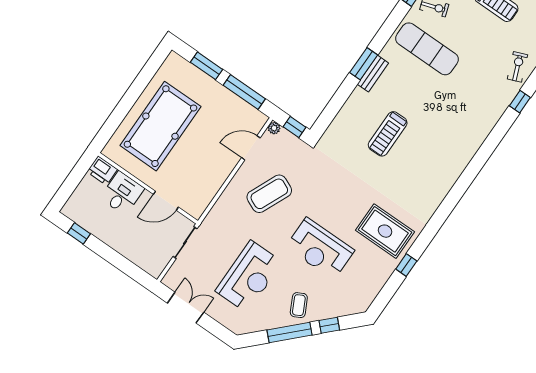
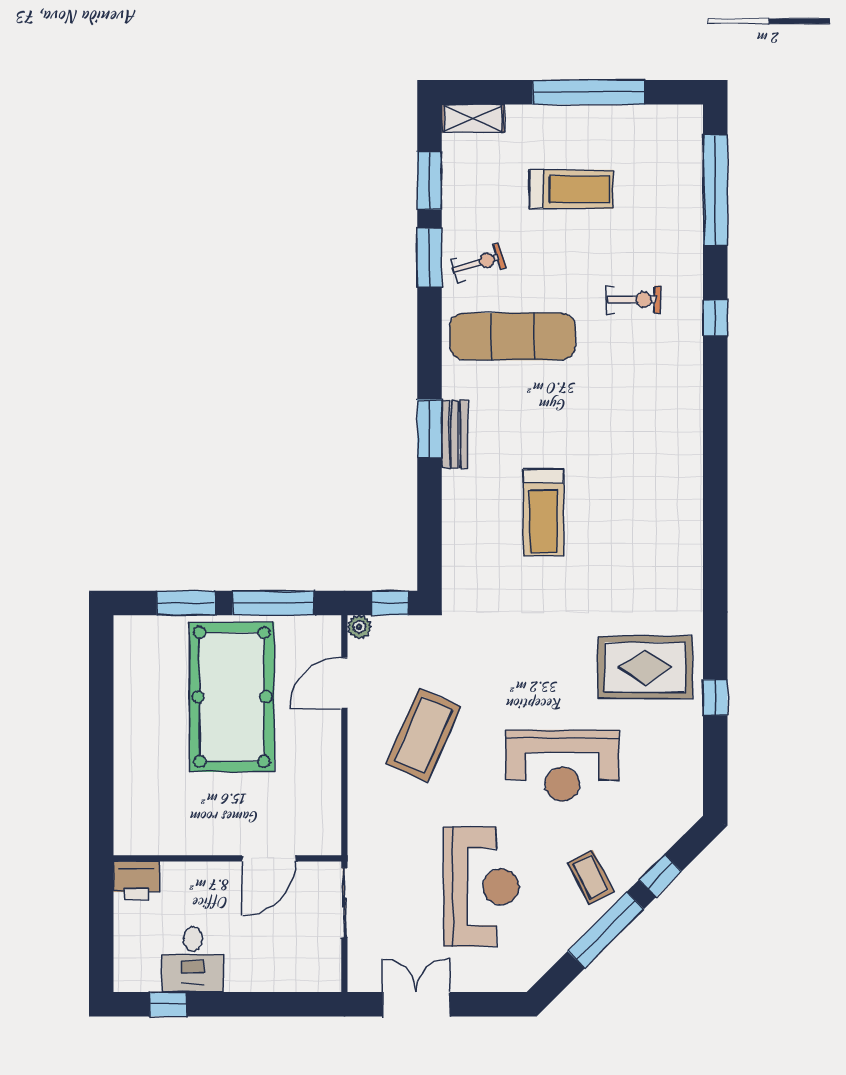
exercise bike: (517, 67) -> (634, 300), moved, turned 112
pool table: (160, 126) -> (232, 697), moved
desk: (122, 193) -> (193, 959), moved, turned 180

